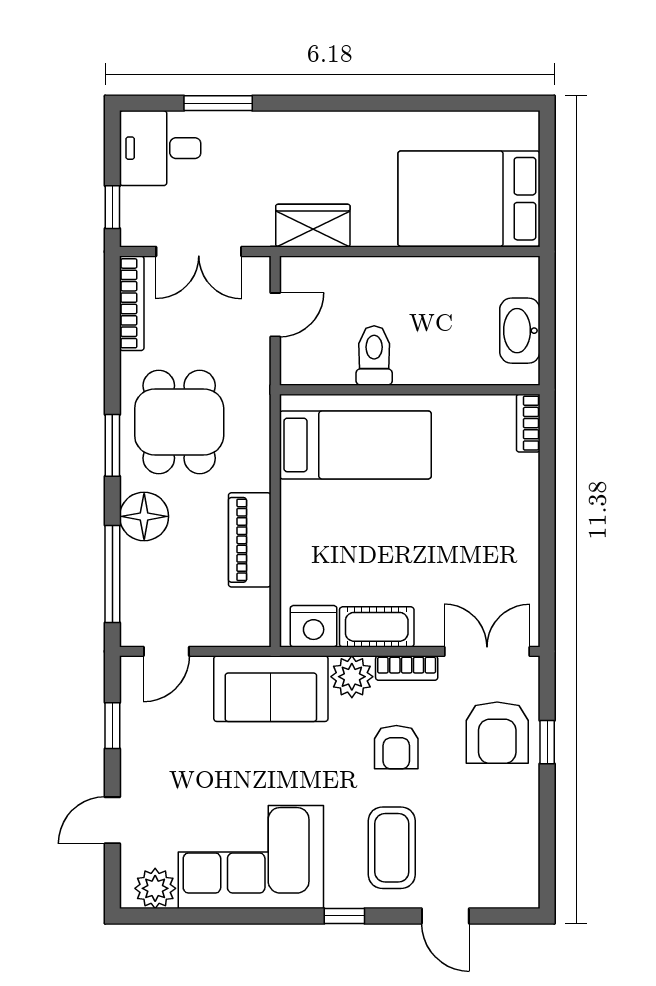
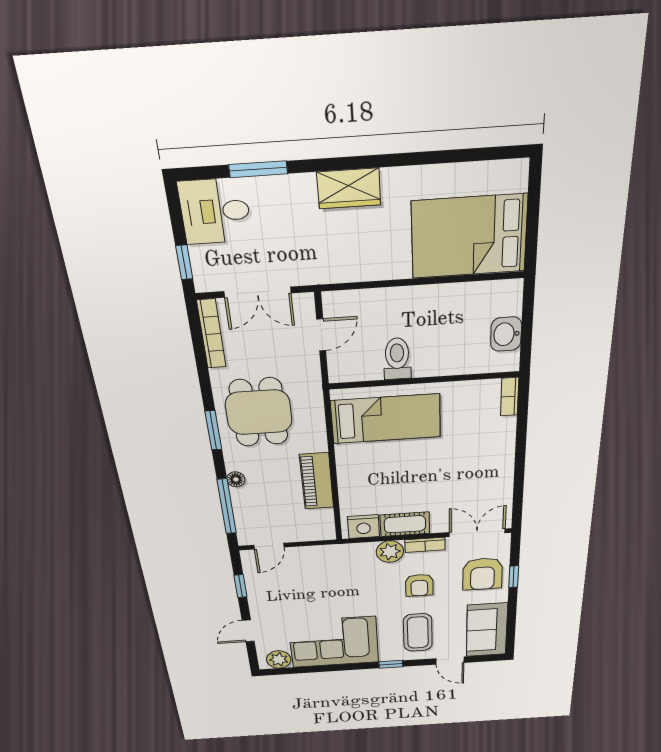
wardrobe: (313, 226) -> (349, 189), moved, turned 180
washbasin: (520, 331) -> (506, 334), width x0.72
floor lamp: (144, 516) -> (236, 479), width x0.53, depth x0.53
sofa: (271, 689) -> (487, 630), moved, turned 90

